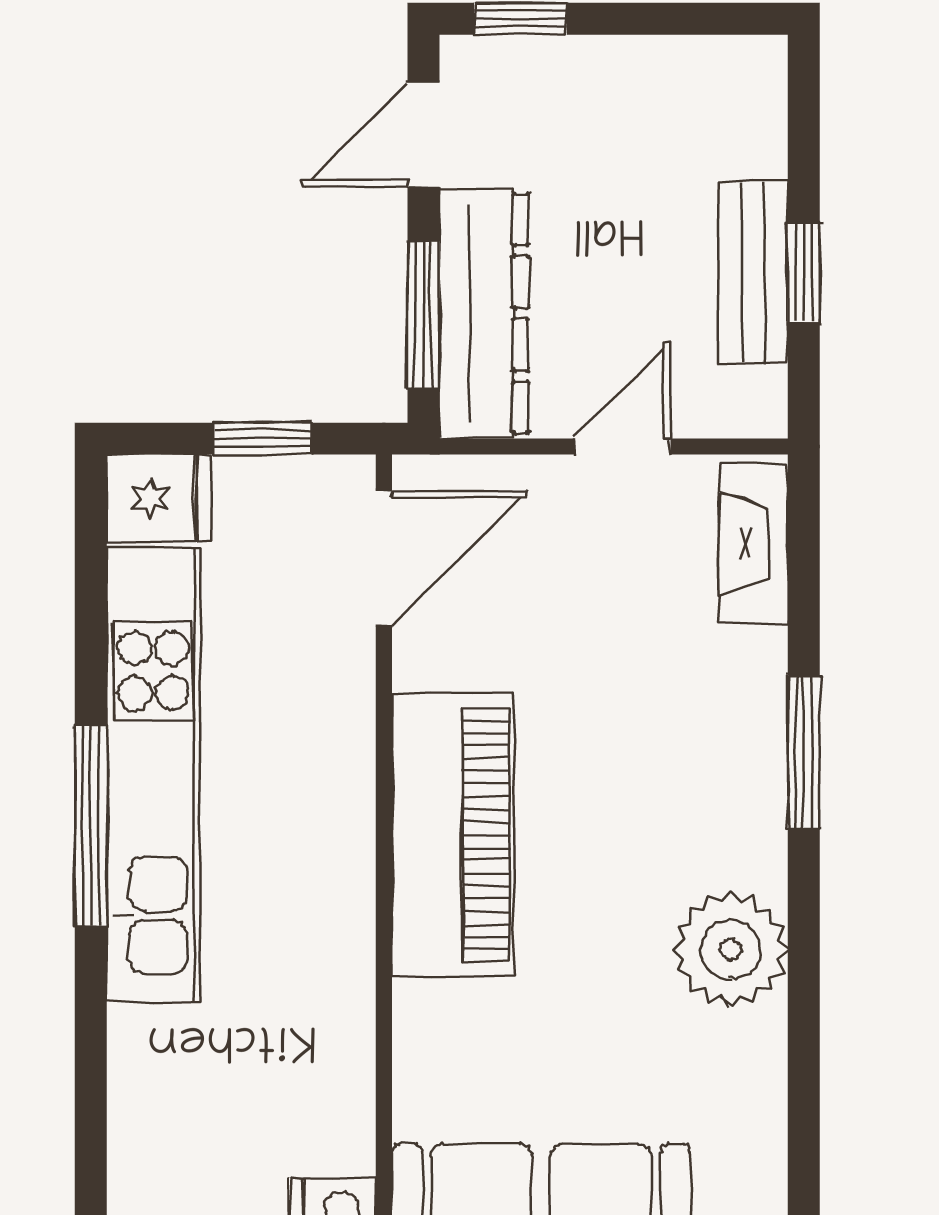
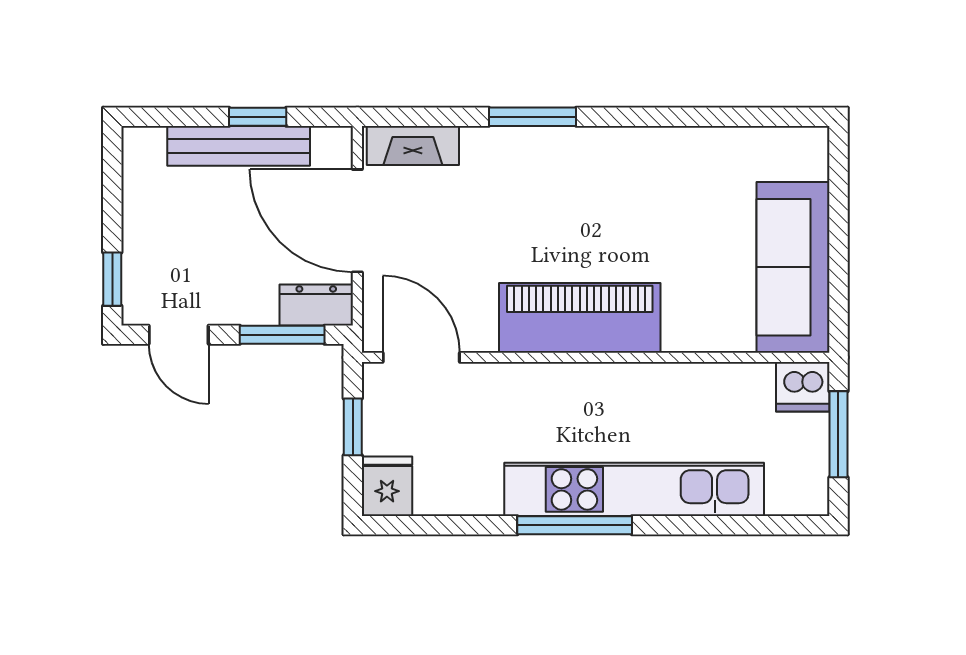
bench: (753, 272) -> (239, 146), width x1.36
dresser: (484, 313) -> (316, 305), width x0.51, depth x0.80
door: (623, 447) -> (357, 221), width x1.88
kitchen unit: (153, 775) -> (634, 489), moved
plant: (731, 950) -> (645, 159), removed

